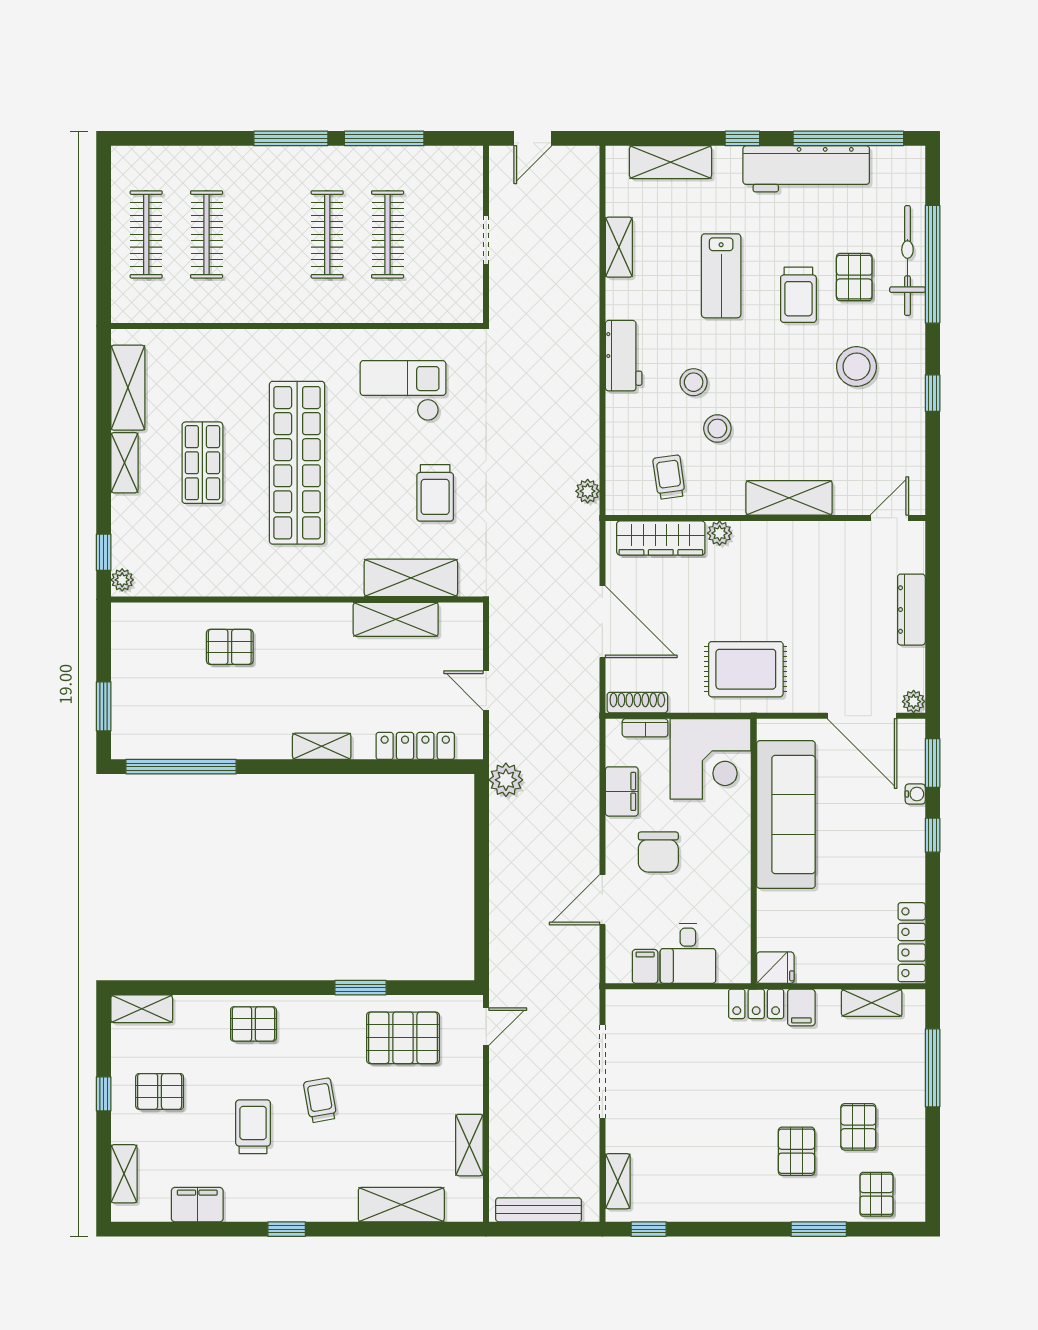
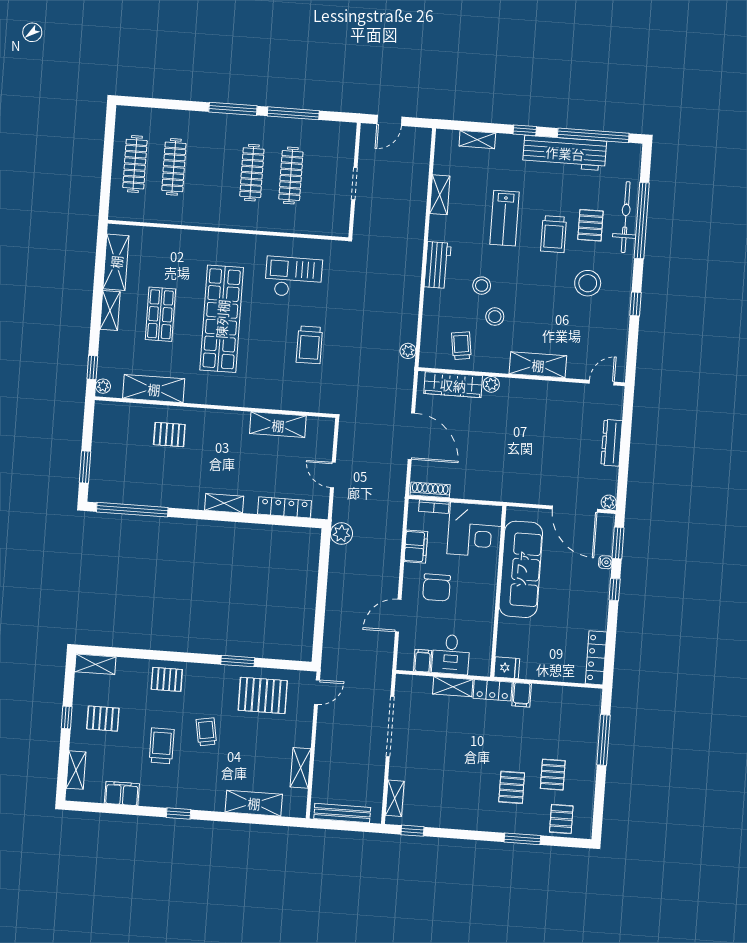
shelving: (670, 162) -> (477, 140), width x0.67, depth x0.75
shelving: (411, 578) -> (154, 389), moved
rug: (746, 669) -> (502, 473), removed
shelving: (872, 1003) -> (453, 687), moved

